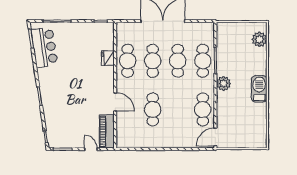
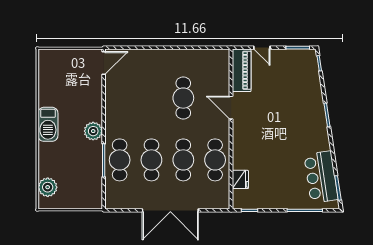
fridge: (108, 58) -> (240, 179), moved
cafe table: (203, 109) -> (120, 98), removed

